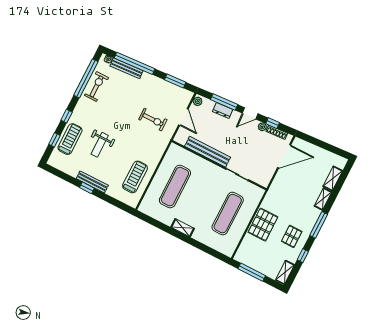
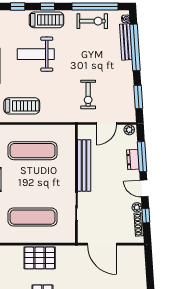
treadmill: (70, 139) -> (46, 20), moved
weight bench: (100, 145) -> (36, 54), width x1.36, depth x1.33
door: (284, 156) -> (102, 244), moved

